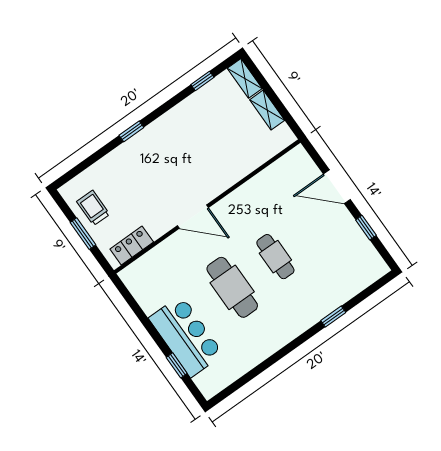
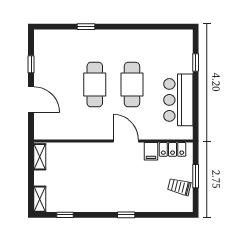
shelving: (267, 110) -> (40, 157), moved
trolley: (93, 208) -> (179, 187), turned 104
filing cabinet: (155, 226) -> (151, 151), added
cafe table: (275, 257) -> (95, 85), width x1.37, depth x1.35
bar counter: (186, 336) -> (178, 100), moved

